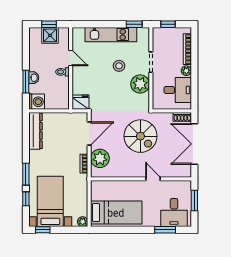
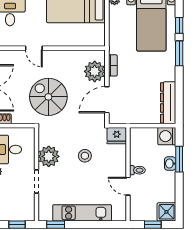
shower: (50, 35) -> (166, 212), moved
stool: (119, 66) -> (85, 156), moved

